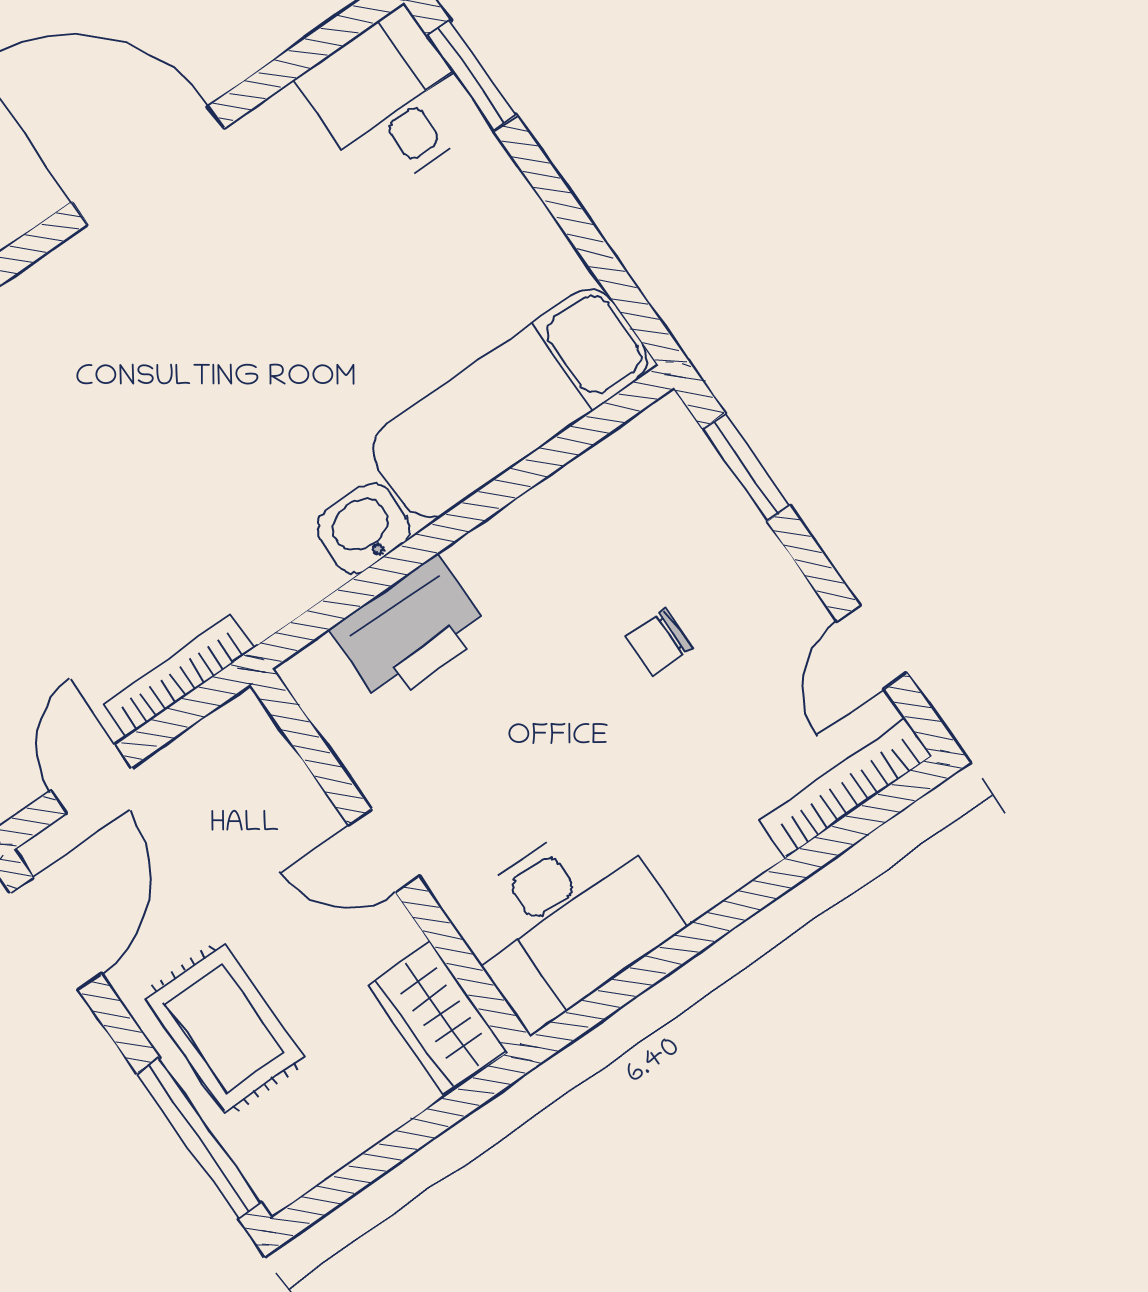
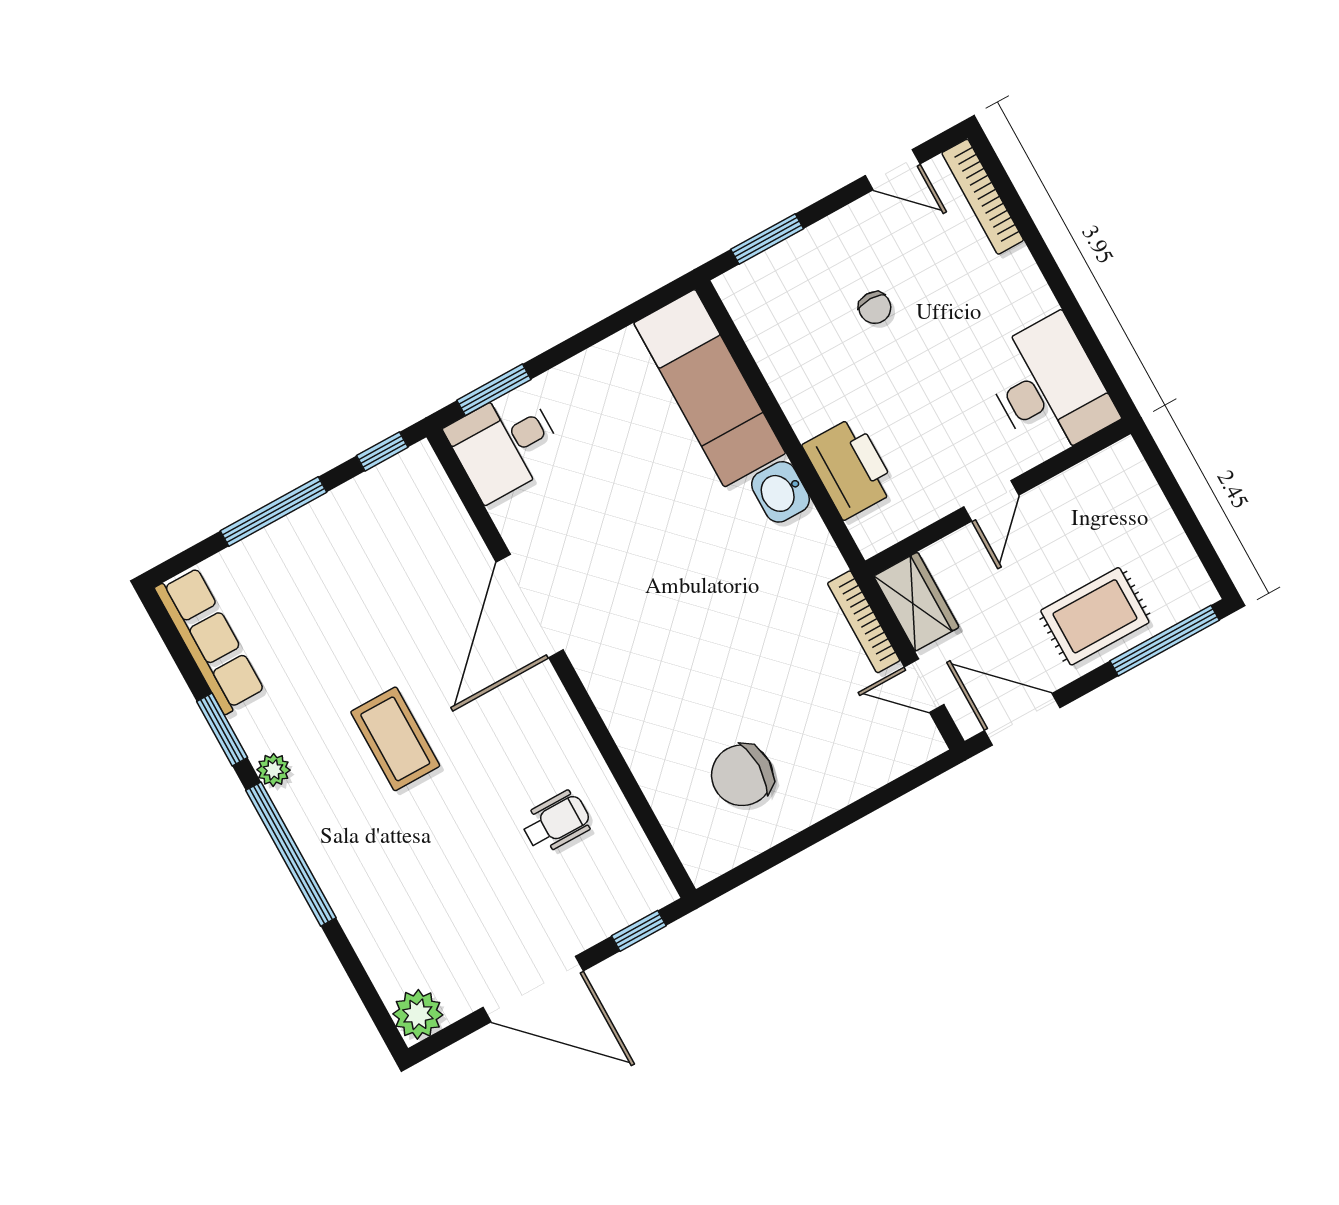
wardrobe: (437, 1018) -> (916, 602), moved, turned -90

